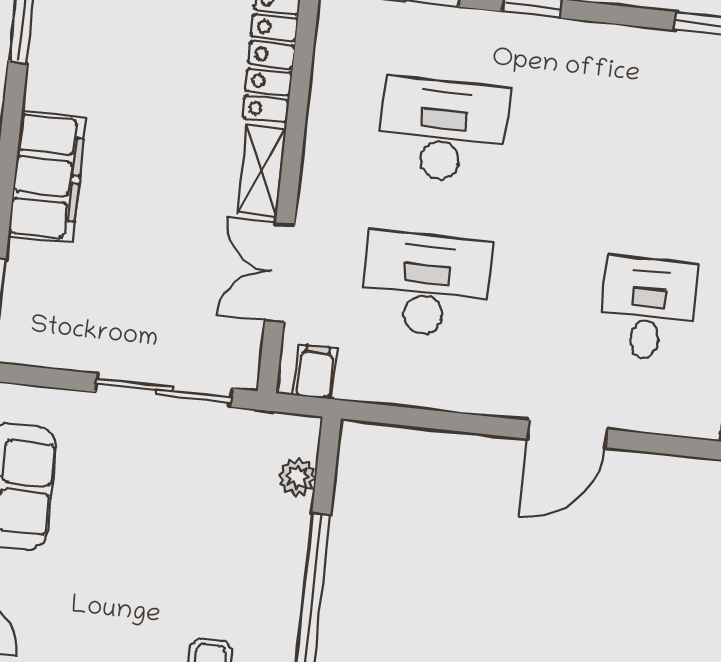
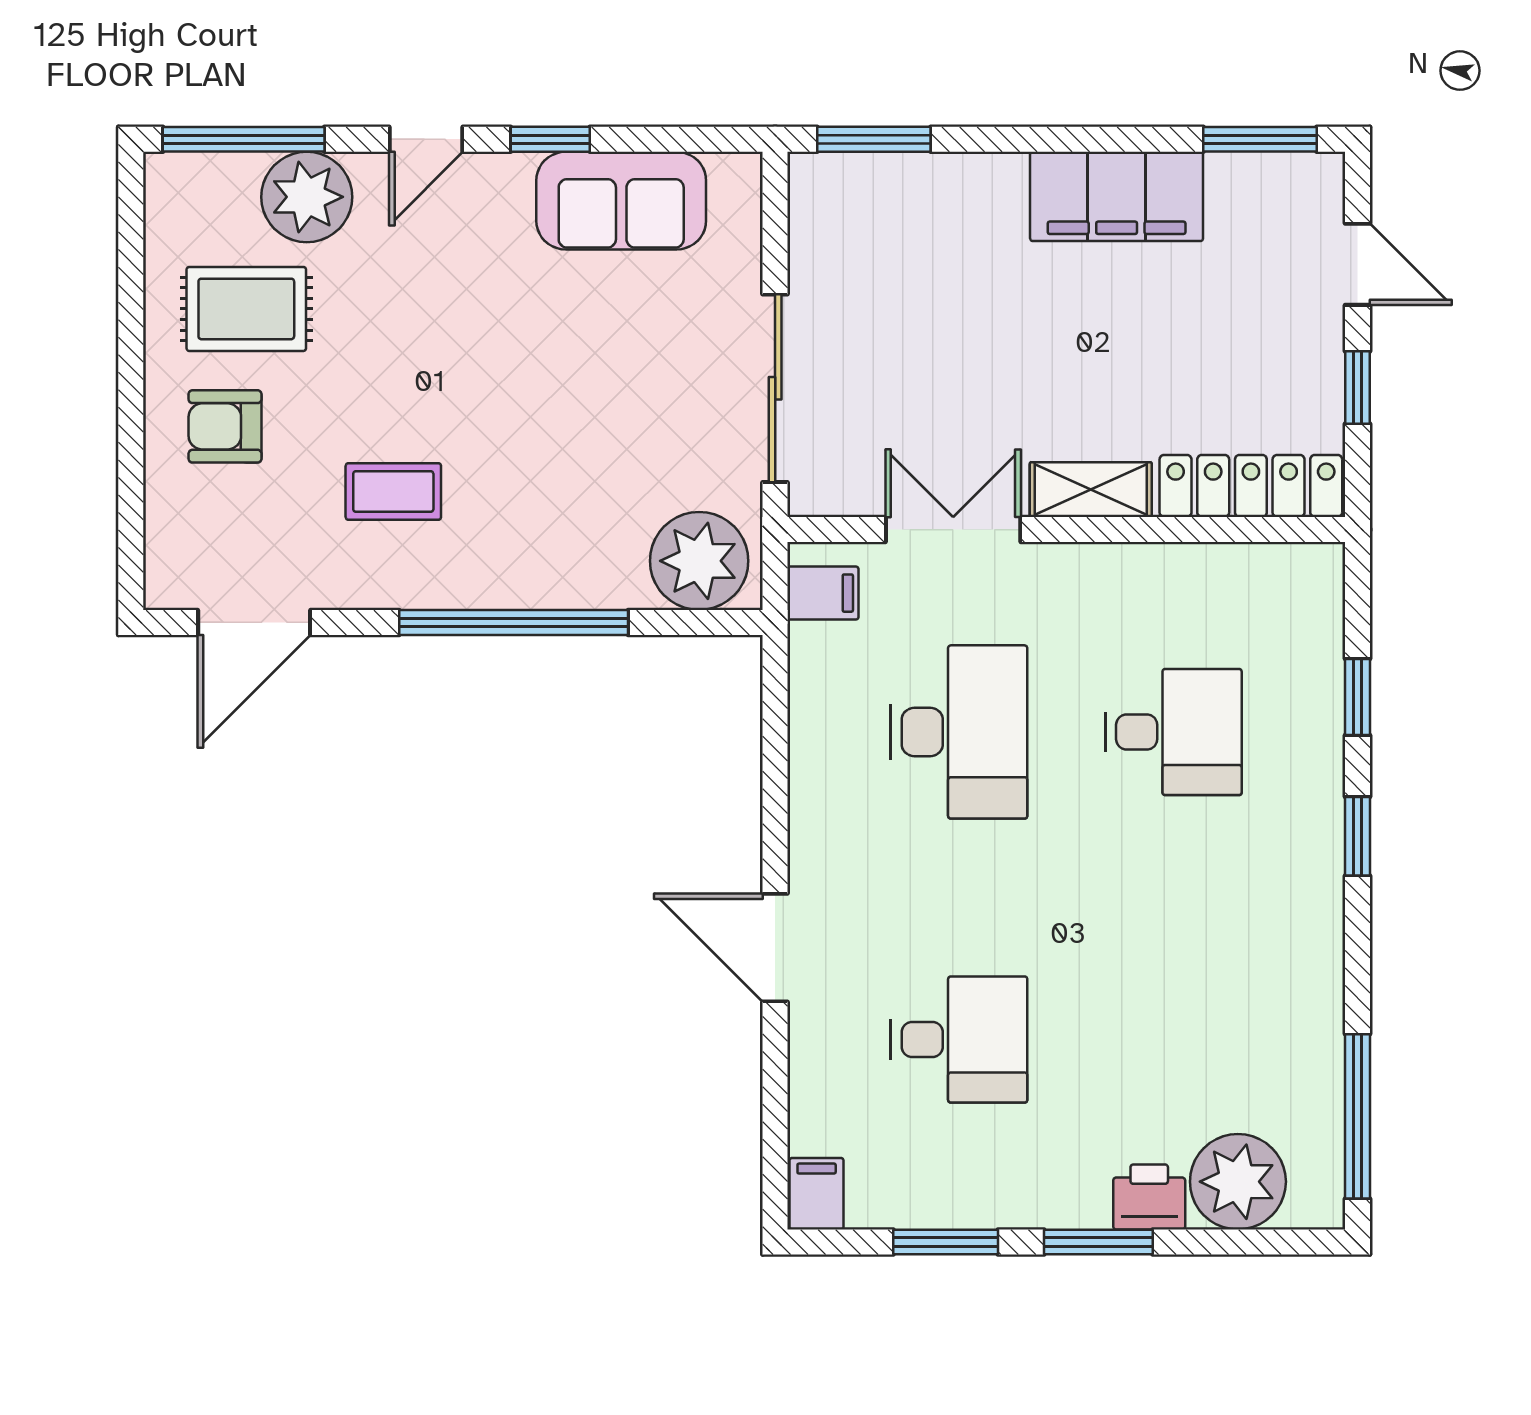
desk: (443, 130) -> (1173, 732), width x0.73
filing cabinet: (47, 177) -> (1117, 196), moved
plant: (297, 477) -> (699, 561), width x1.87, depth x1.87

